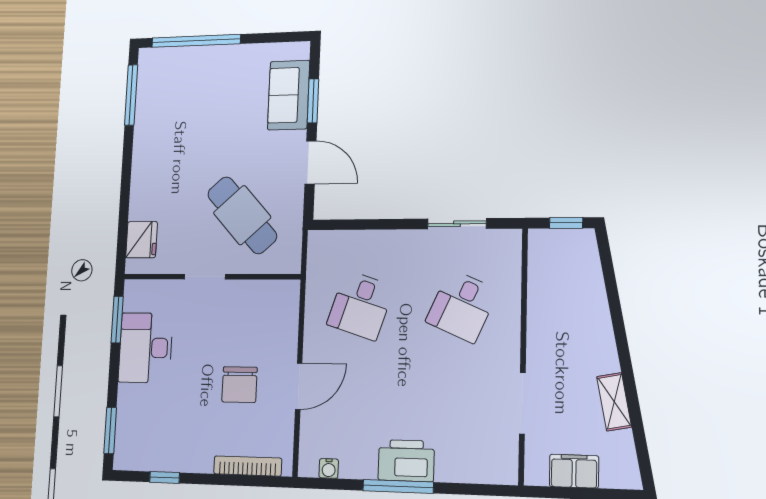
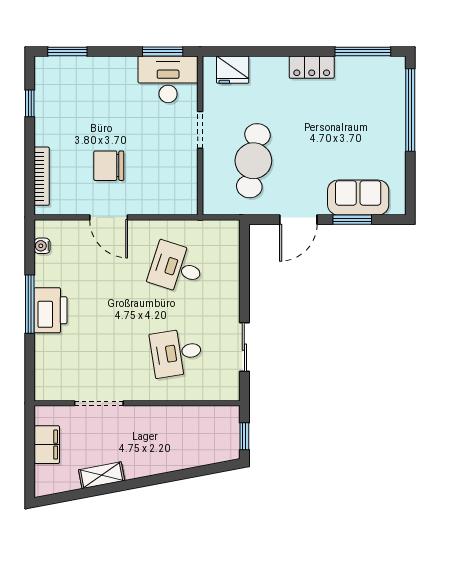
locker: (144, 151) -> (312, 67), added
cafe table: (242, 215) -> (253, 161), turned -39
desk: (462, 306) -> (176, 353), turned -33
desk: (146, 348) -> (168, 79), moved

